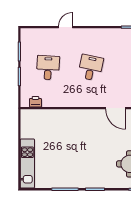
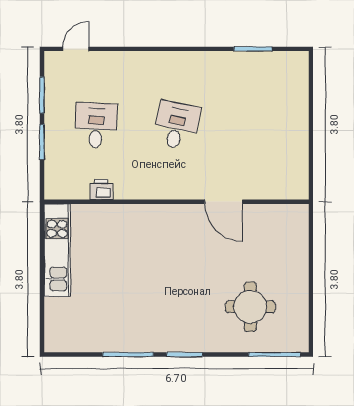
door: (65, 27) -> (76, 49), moved
printer: (35, 102) -> (101, 190), moved
kitchen unit: (27, 164) -> (57, 250), moved

